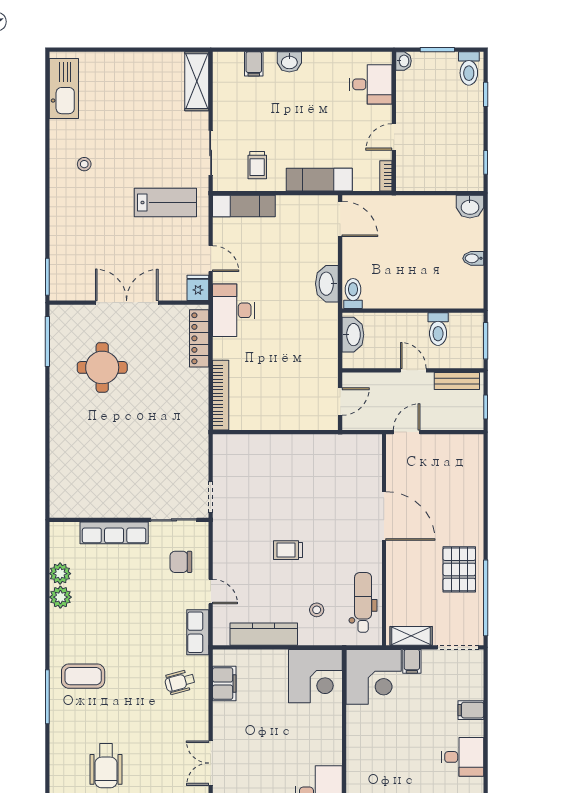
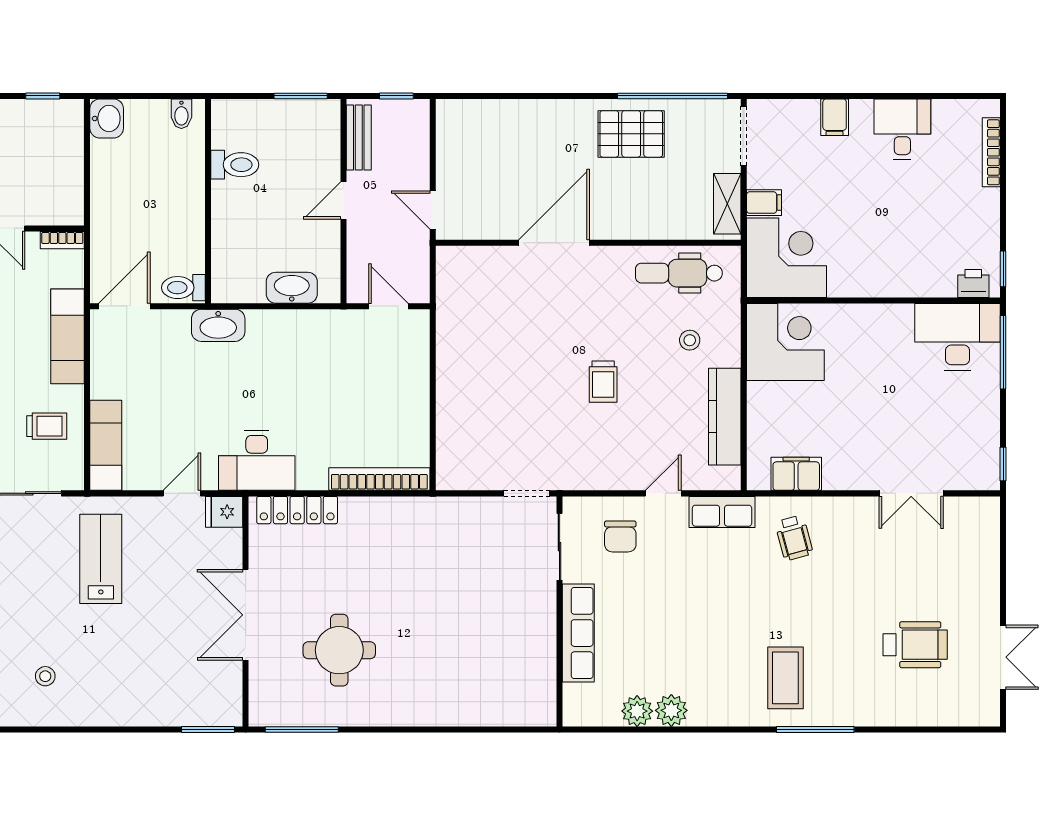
toilet: (353, 294) -> (183, 288), moved
wall: (413, 311) -> (208, 201), moved
toilet: (438, 329) -> (235, 165), moved

